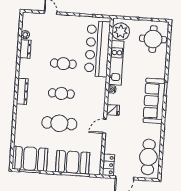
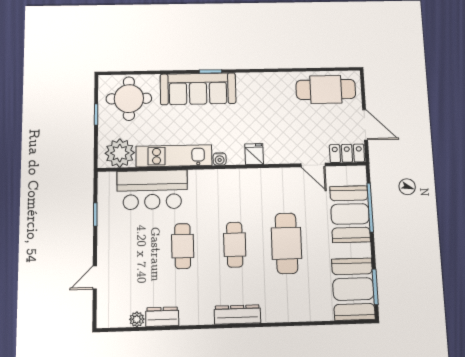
bar counter: (97, 49) -> (152, 190), width x0.73
sofa: (154, 101) -> (198, 89), moved
door: (105, 126) -> (313, 165), moved

